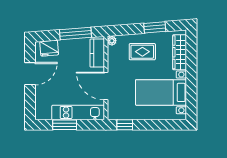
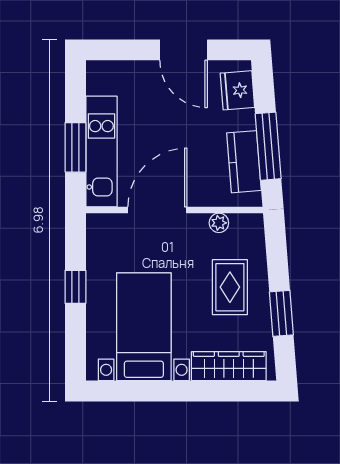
plant: (112, 41) -> (219, 223), moved
kitchen counter: (97, 53) -> (244, 162), moved, turned -95
window: (65, 125) -> (75, 147), moved
window: (125, 125) -> (75, 287), moved

